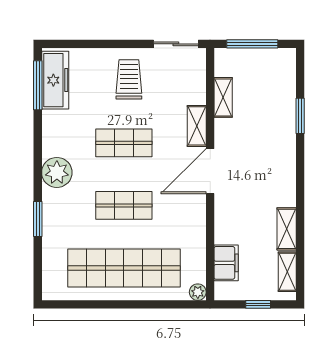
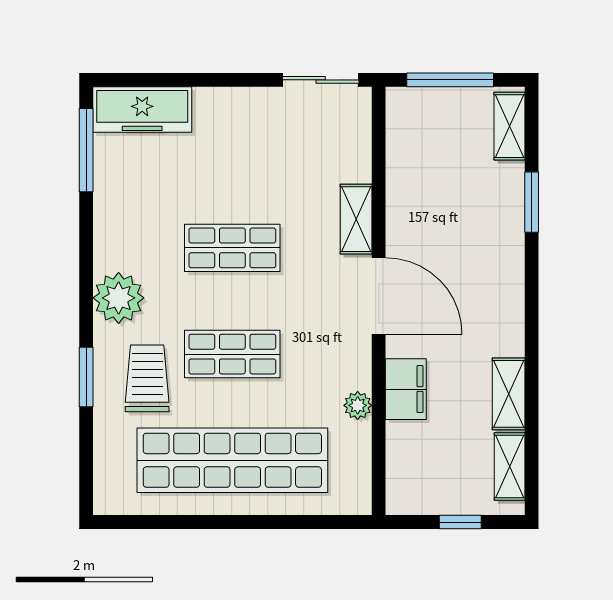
trolley: (129, 79) -> (147, 378), moved
freezer: (55, 80) -> (142, 110), moved, turned 90
shelving: (223, 97) -> (510, 126), moved
door: (210, 171) -> (379, 296), swing flipped
filing cabinet: (226, 263) -> (406, 389), moved
plant: (198, 292) -> (358, 405), moved

